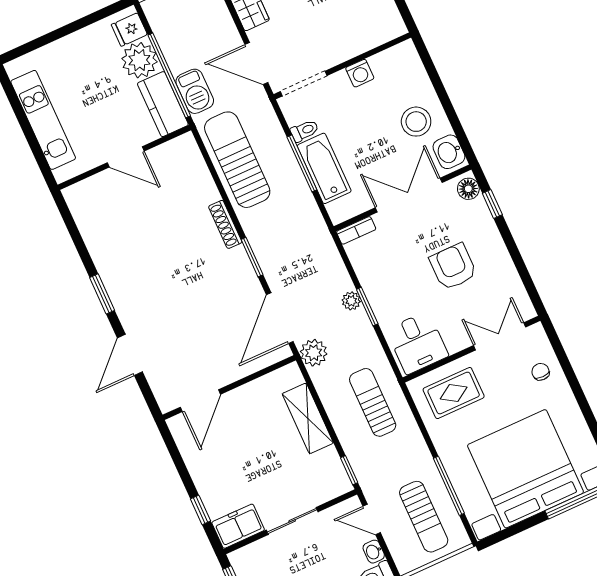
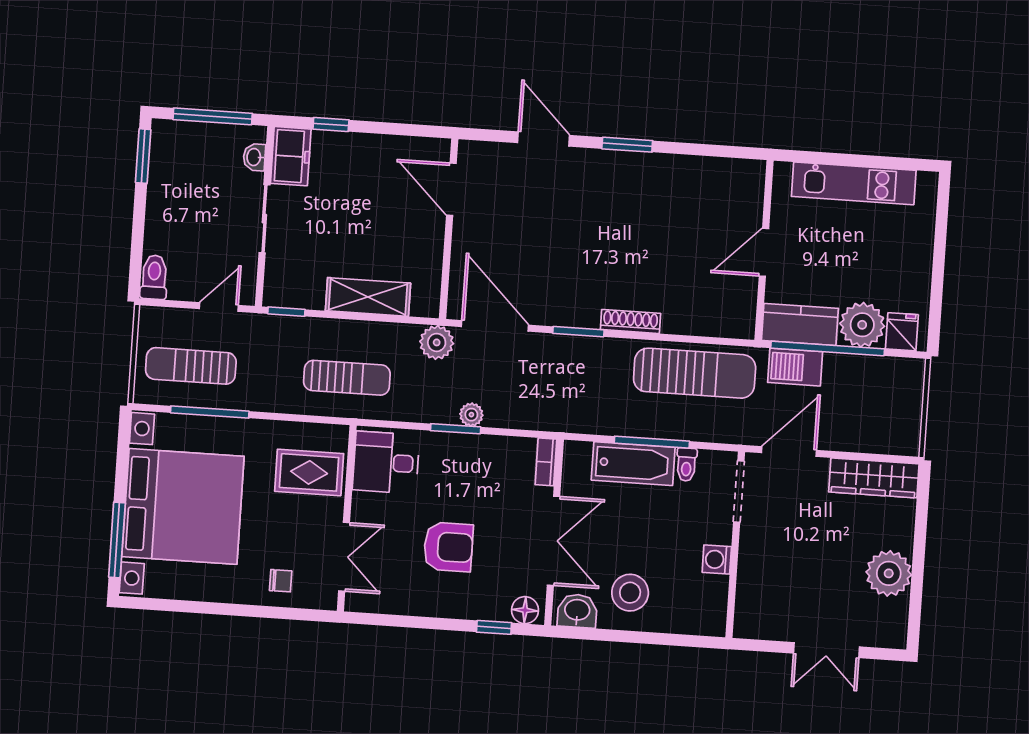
rug: (454, 393) -> (309, 472), turned 90
washbasin: (374, 552) -> (254, 157), moved, turned -90

